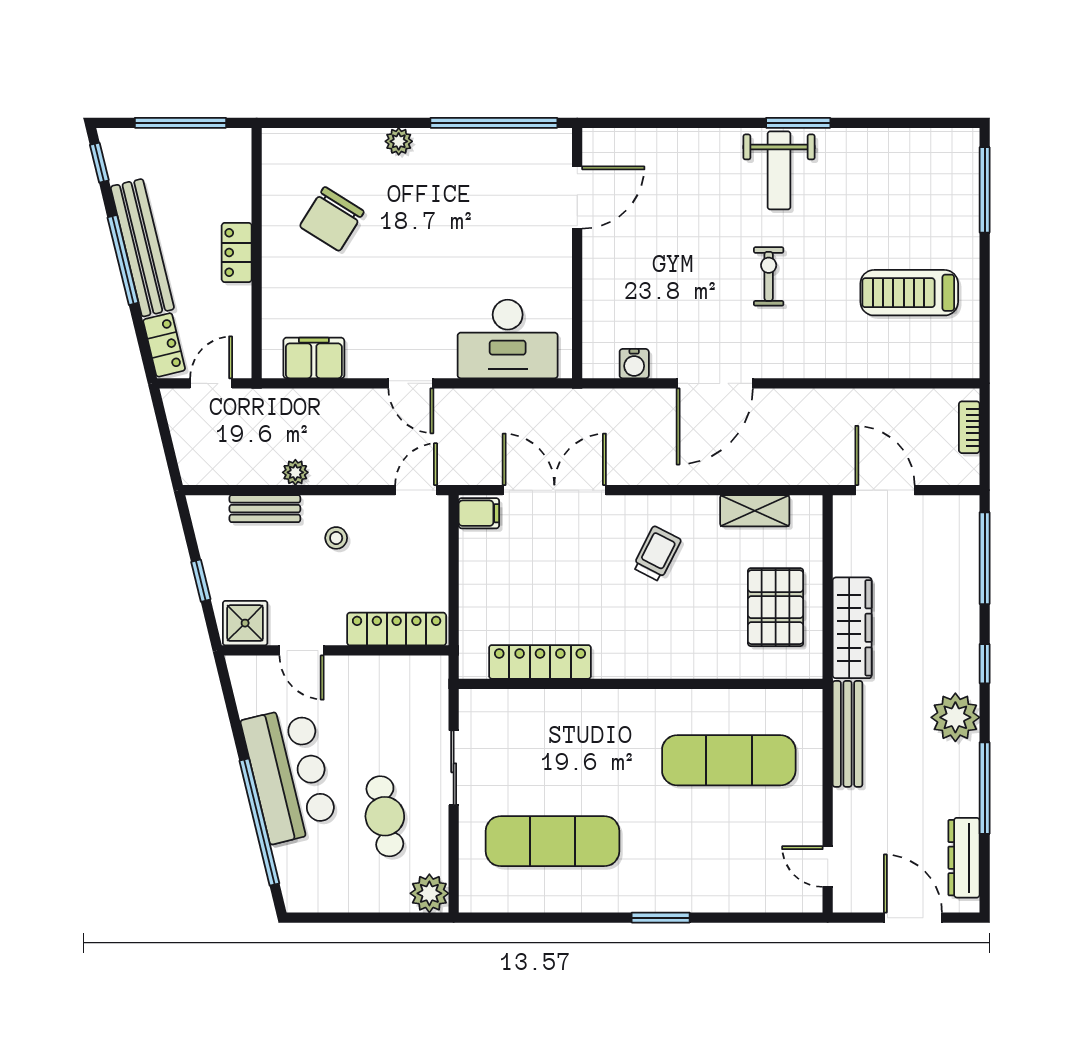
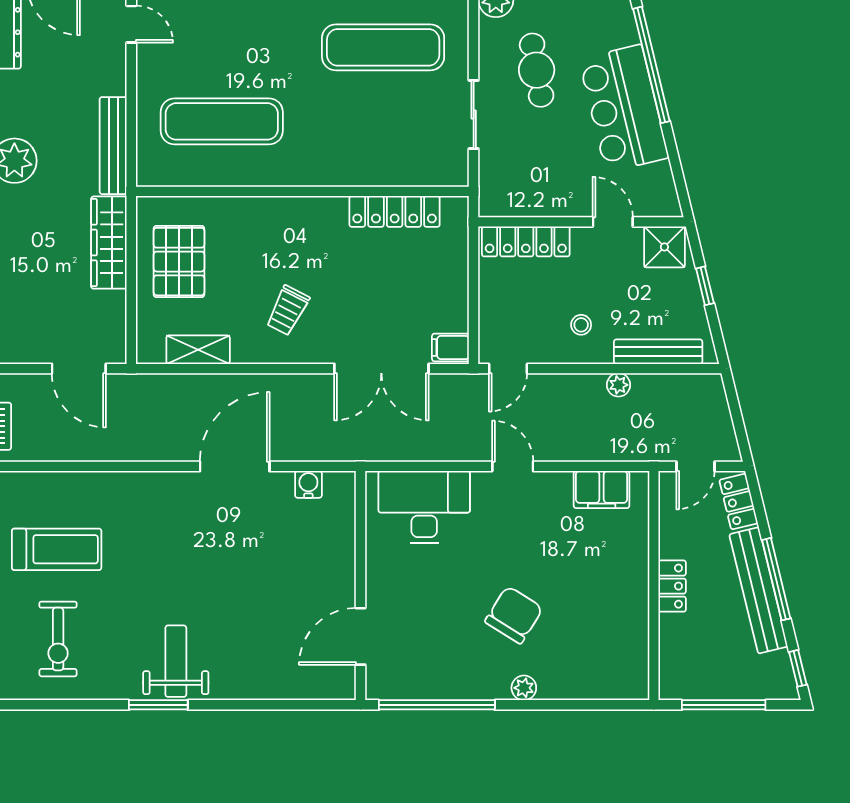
chair: (332, 219) -> (514, 615), moved
exercise bike: (769, 276) -> (58, 639), moved, width x1.38, depth x1.39
bench: (265, 509) -> (658, 352), width x1.36

